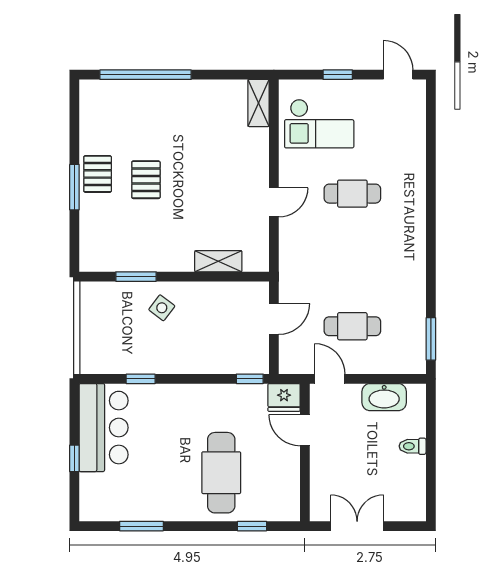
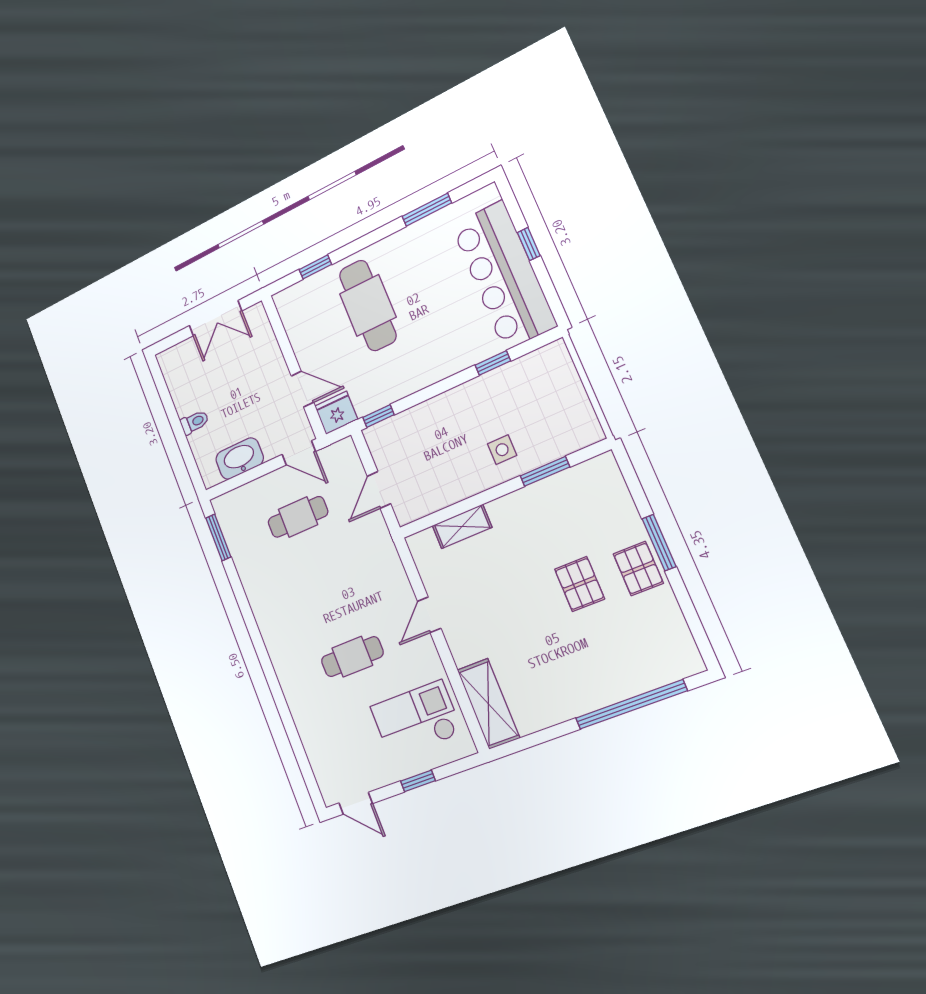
shelving: (259, 103) -> (488, 704), width x1.50, depth x1.33
side table: (162, 308) -> (502, 450), turned -37
bar counter: (104, 428) -> (504, 275), width x1.36

